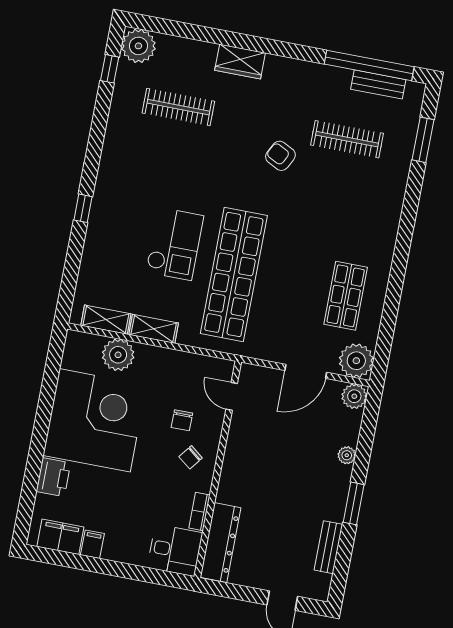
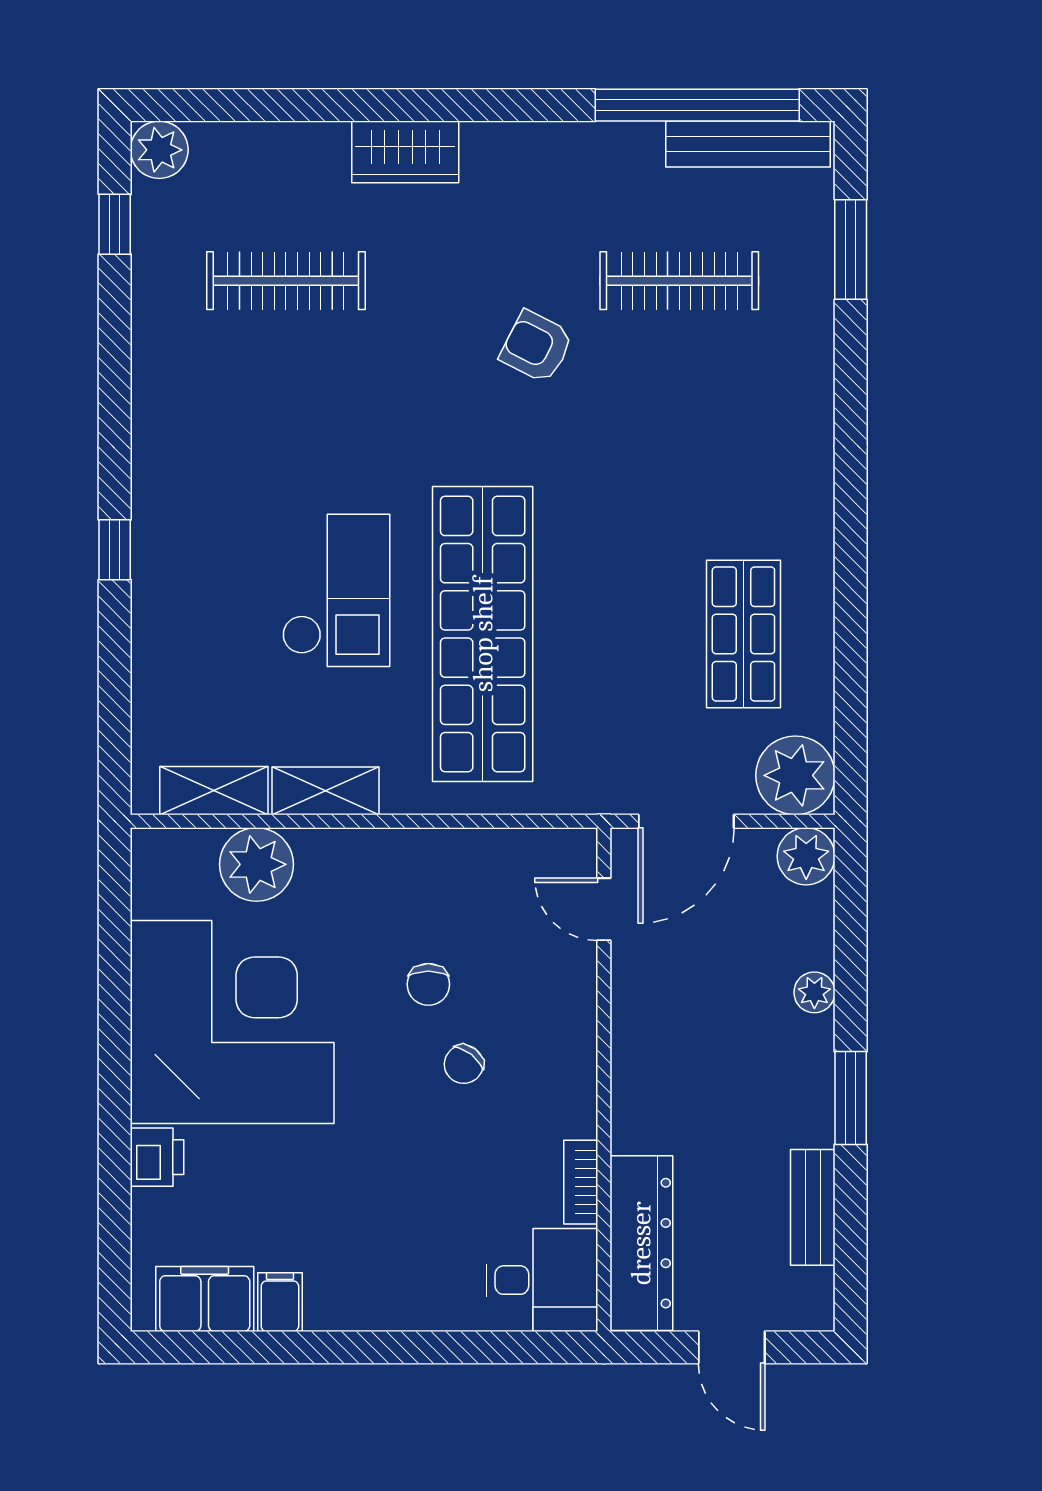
plant: (138, 46) -> (159, 150), width x0.73, depth x0.73
bench: (378, 84) -> (748, 144), width x1.36
door: (232, 396) -> (604, 909), moved
wall: (218, 469) -> (604, 1080), moved
printer: (53, 477) -> (157, 1157), width x0.73, depth x0.81
bookcase: (199, 511) -> (581, 1182), moved
dresser: (220, 543) -> (641, 1243), moved
desk: (175, 550) -> (542, 1280), moved

